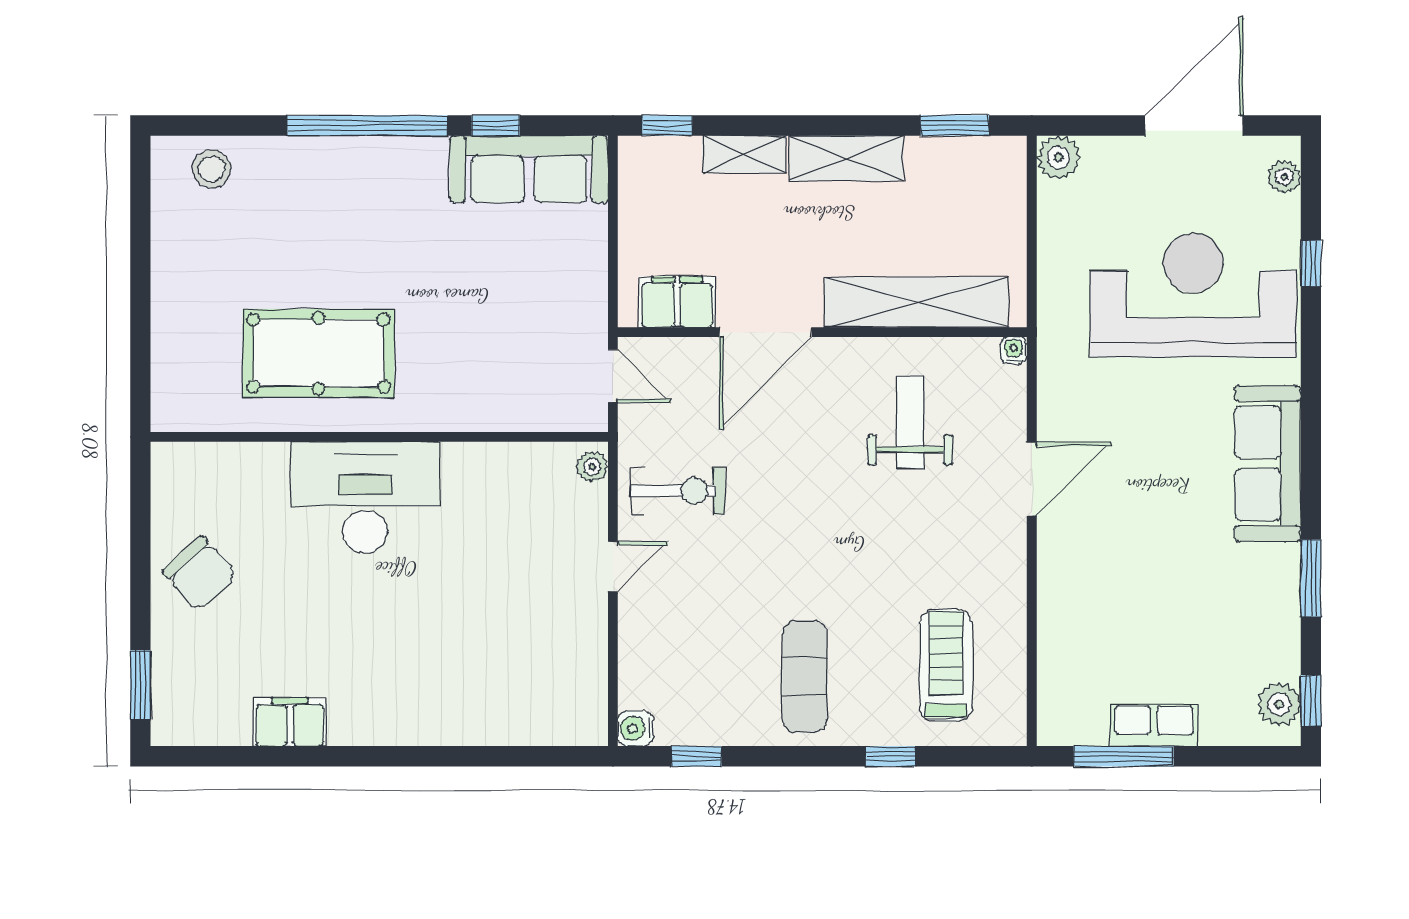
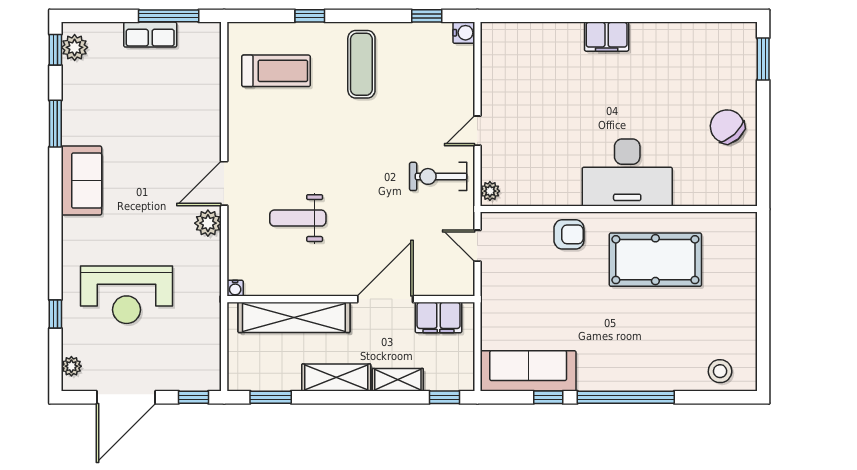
window: (1082, 126) -> (194, 397), added
plant: (1058, 157) -> (208, 223), moved
reception desk: (1193, 295) -> (126, 295), width x0.74, depth x0.77
filing cabinet: (677, 302) -> (439, 317), moved
shelving: (916, 302) -> (294, 317), moved
door: (765, 332) -> (385, 299), moved
wall: (822, 332) -> (351, 299), moved
water cooler: (1014, 350) -> (235, 288), moved
armchair: (461, 395) -> (569, 234), added
weight bench: (910, 422) -> (298, 218), turned 90
sofa: (1268, 463) -> (81, 181), width x0.73
treadmill: (946, 665) -> (276, 71), turned -90
filing cabinet: (290, 722) -> (607, 37), moved

